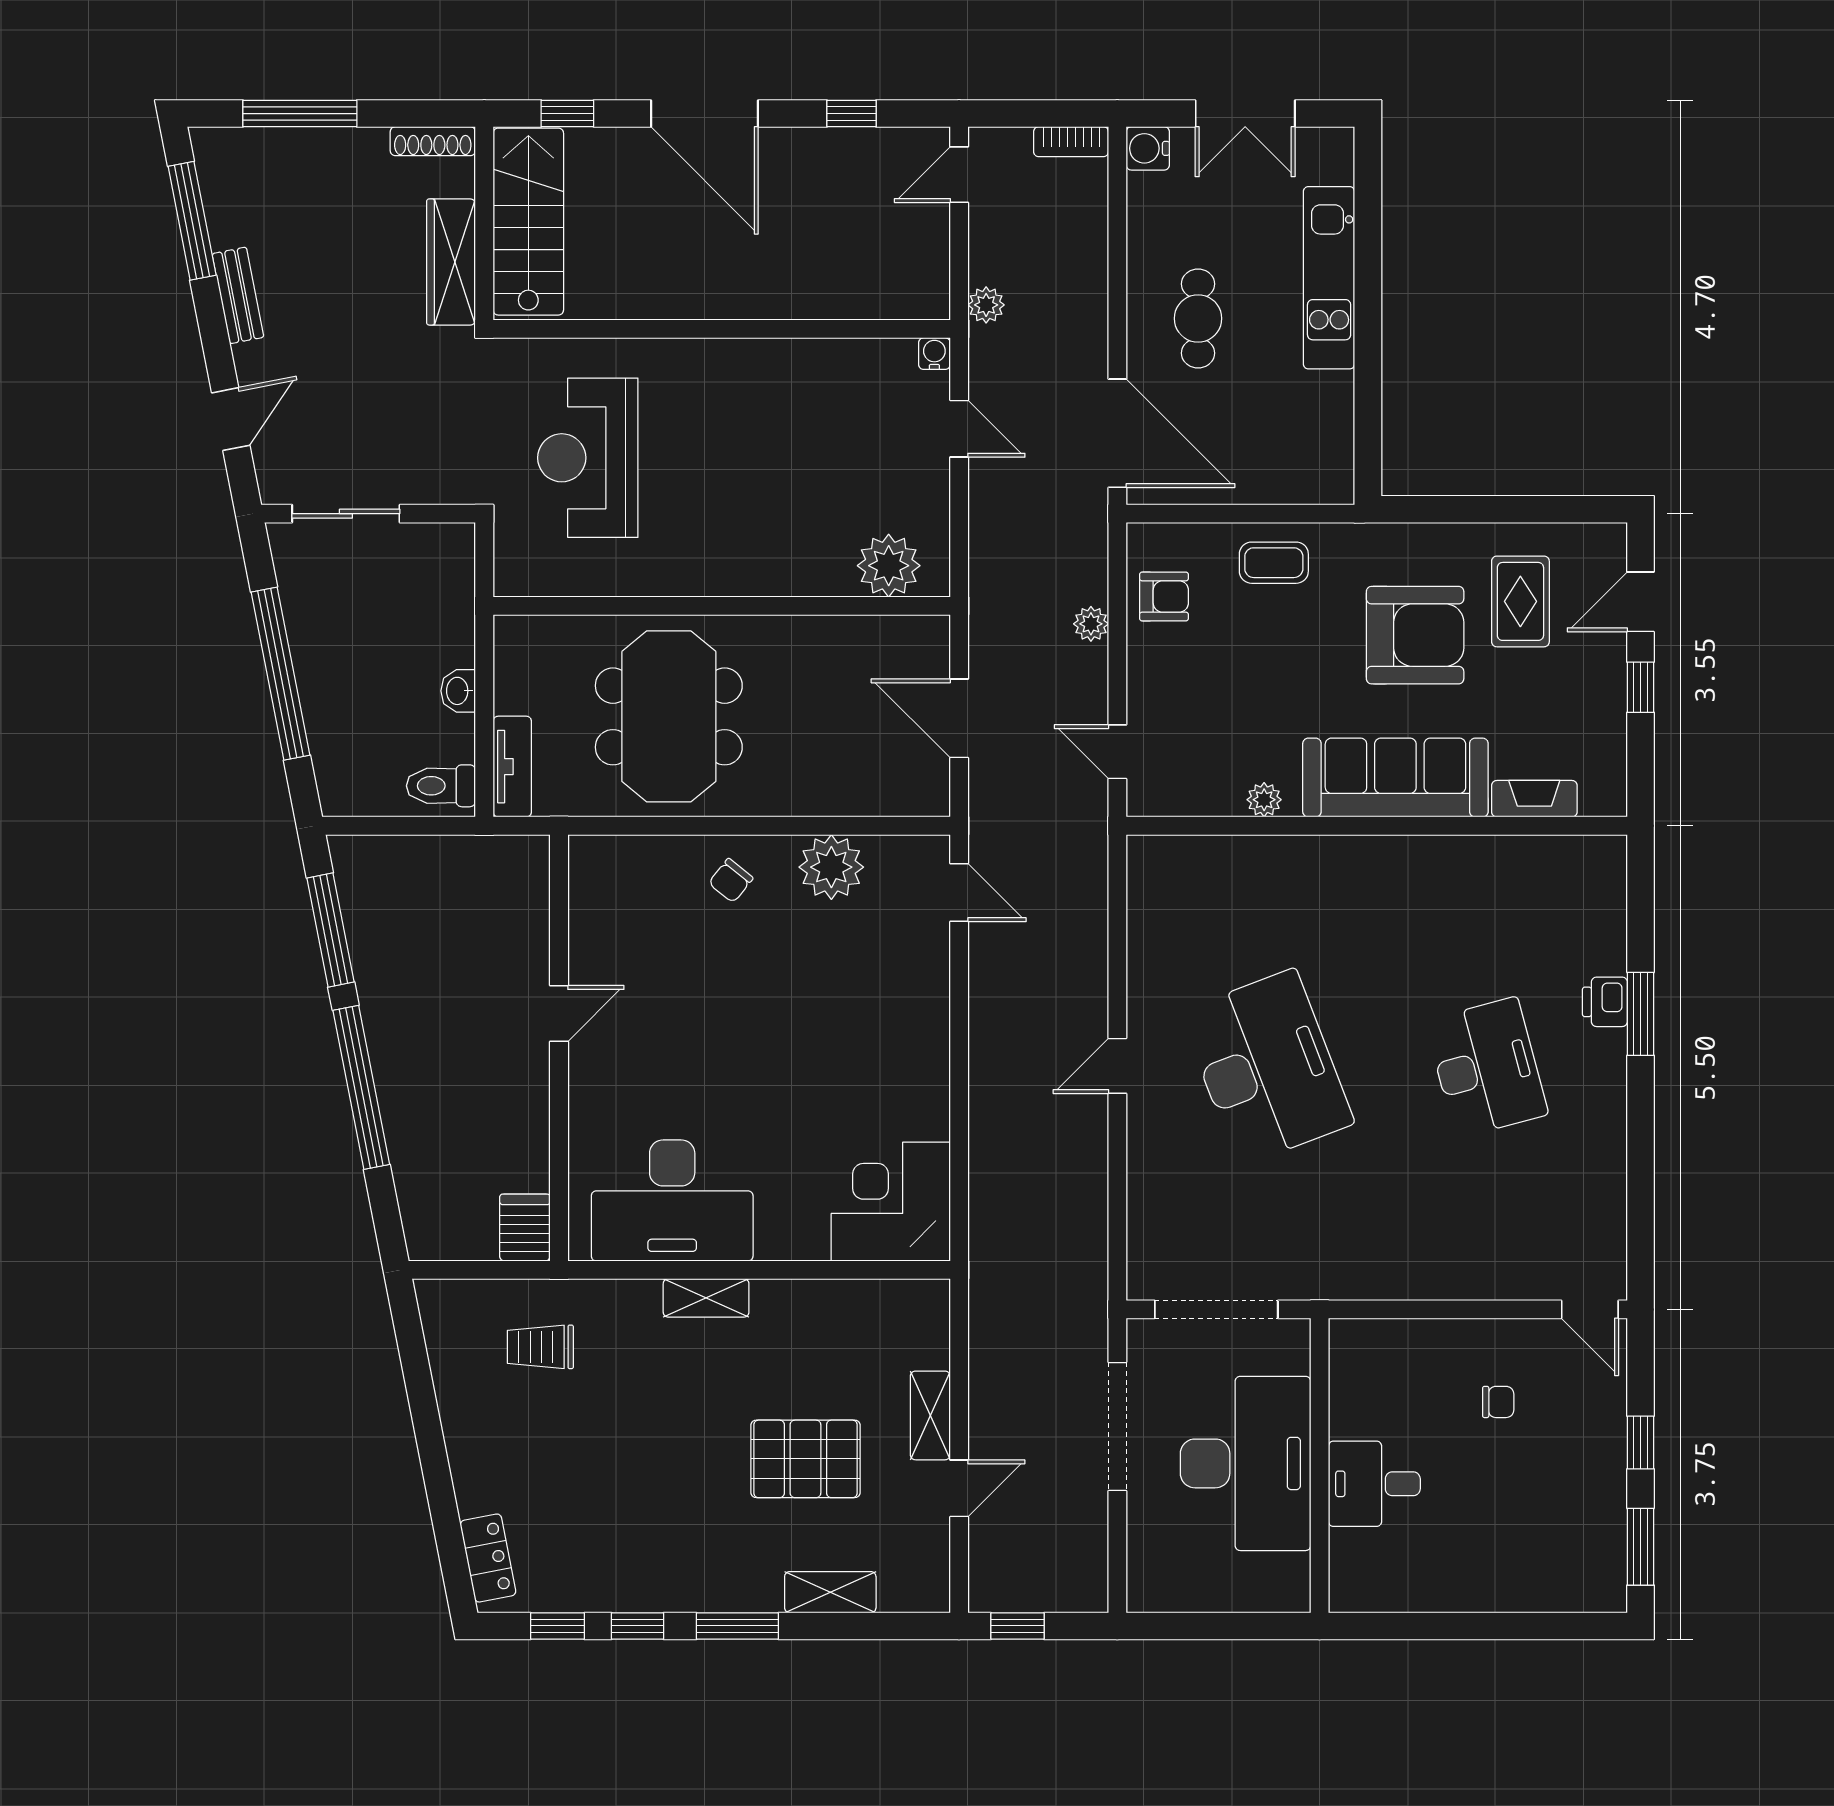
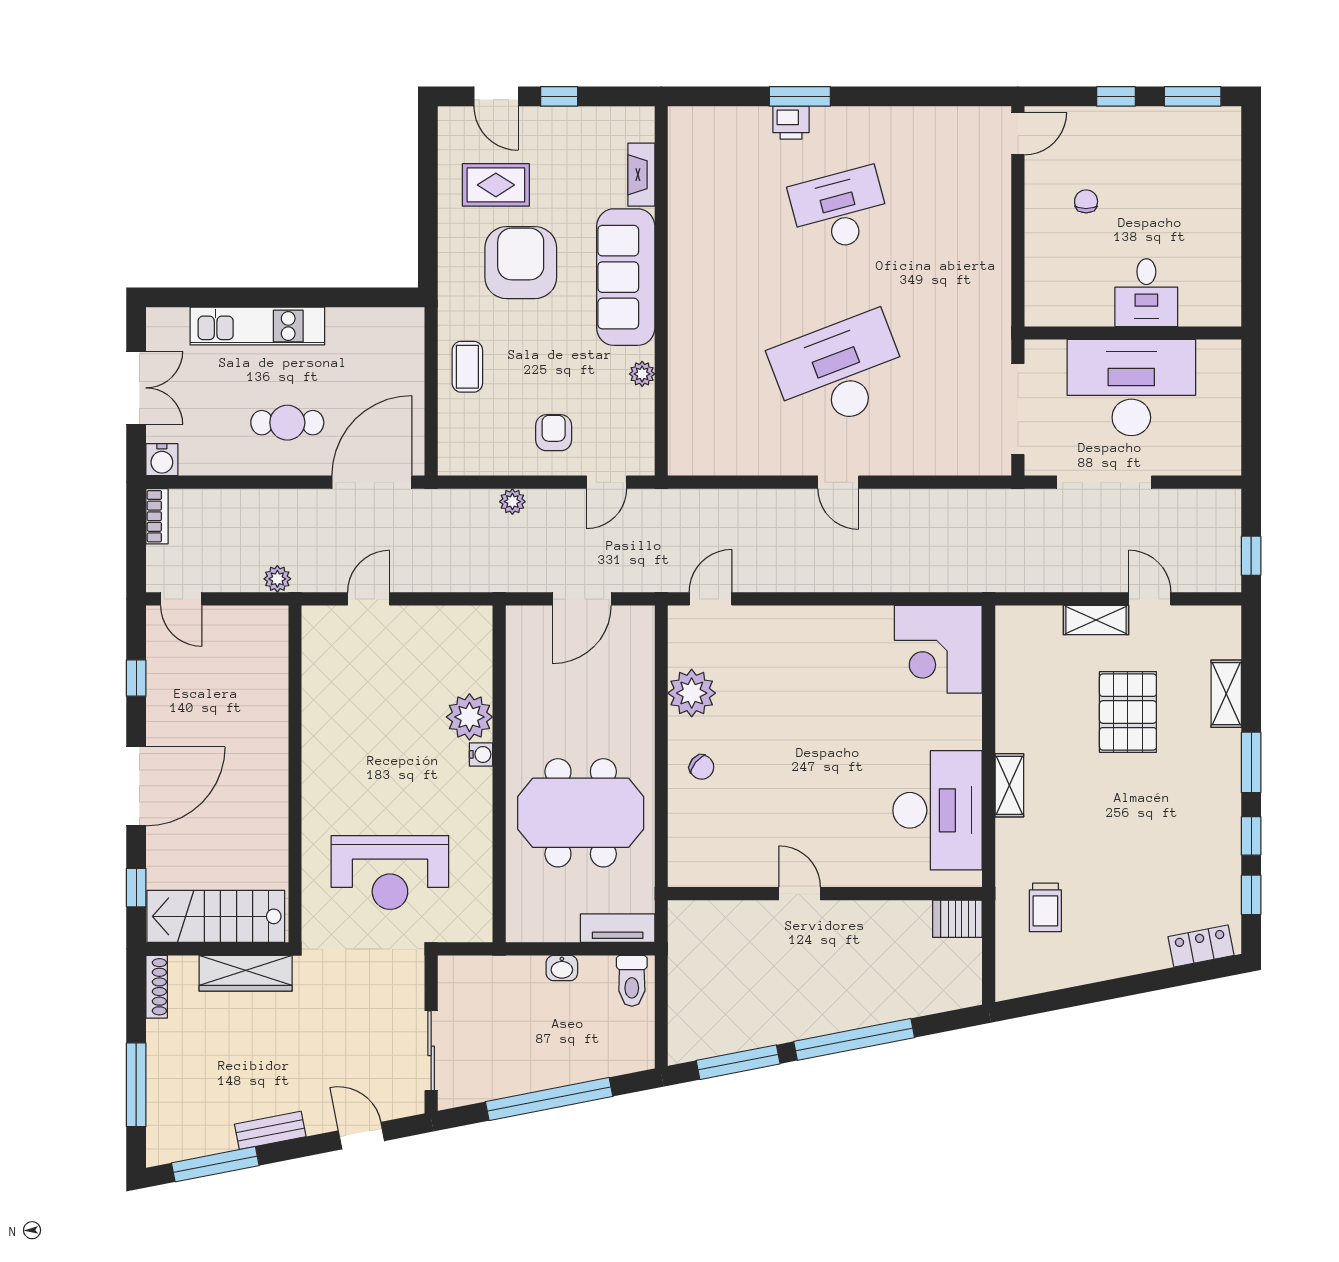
water cooler: (934, 354) -> (481, 754), moved, turned 180
plant: (889, 566) -> (469, 717), moved
armchair: (1164, 597) -> (554, 433), moved

